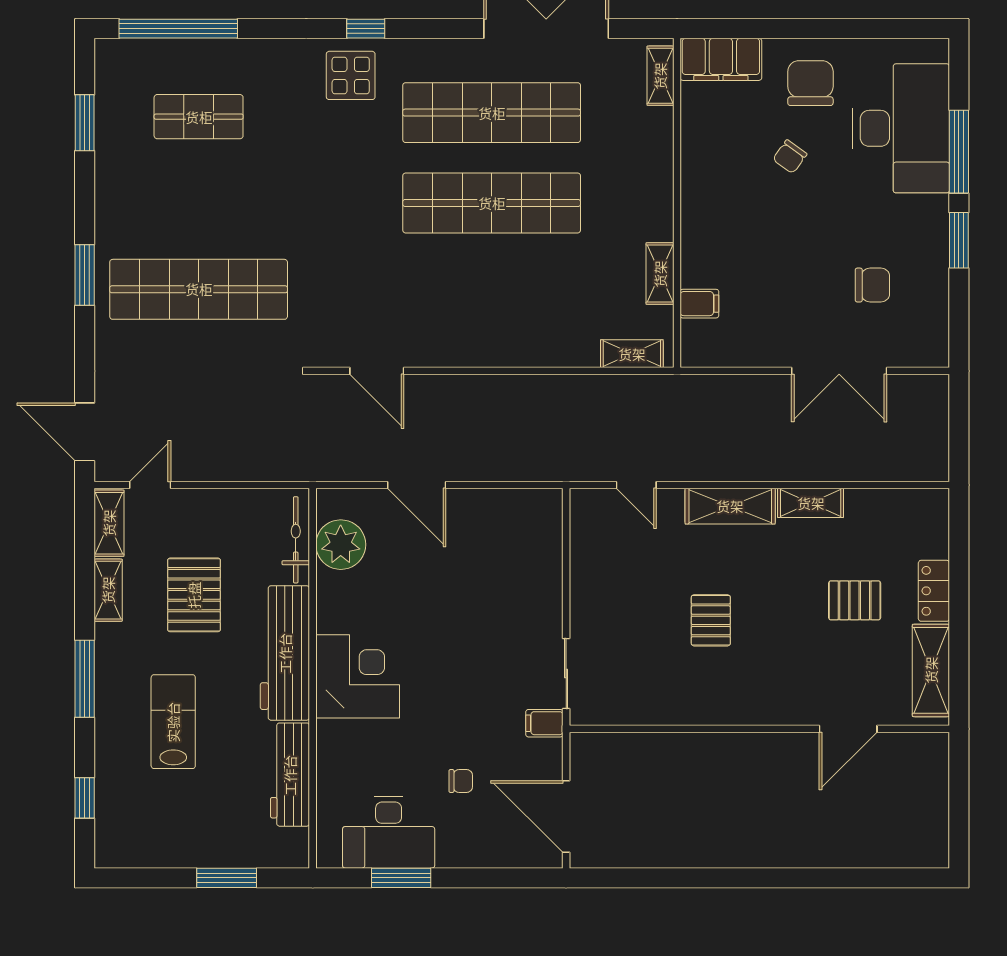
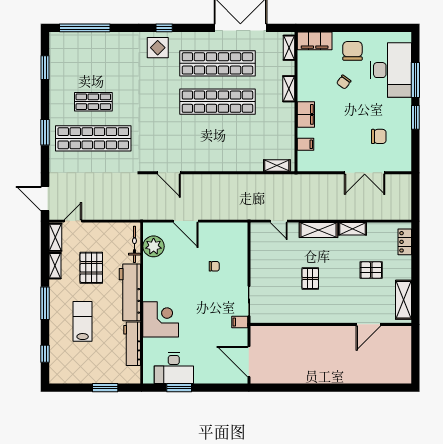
shop shelf: (199, 117) -> (93, 102), moved
filing cabinet: (700, 233) -> (306, 114), added
shelving: (660, 274) -> (289, 89), moved
locker: (934, 591) -> (405, 242), moved
corner desk: (358, 676) -> (161, 319), moved
chair: (461, 781) -> (214, 266), moved

